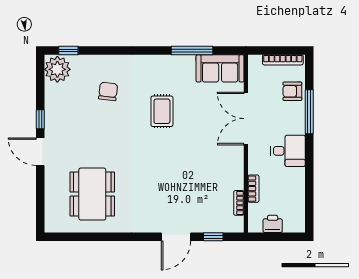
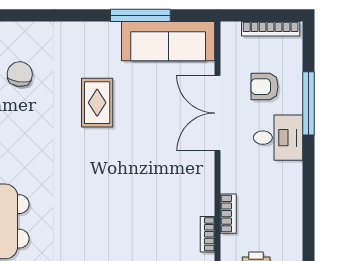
sofa: (220, 68) -> (168, 41), width x1.36
armchair: (292, 91) -> (265, 87), moved
desk: (288, 151) -> (278, 138), moved

